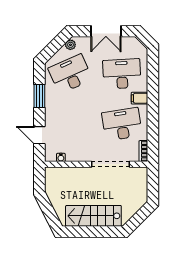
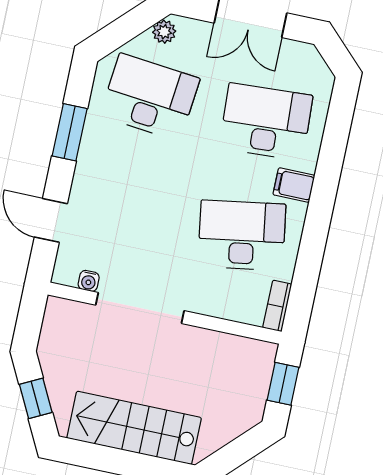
desk: (70, 74) -> (150, 97), turned 30
doorway: (110, 164) -> (140, 308), moved
window: (153, 184) -> (283, 384), added
window: (49, 212) -> (36, 398), added

